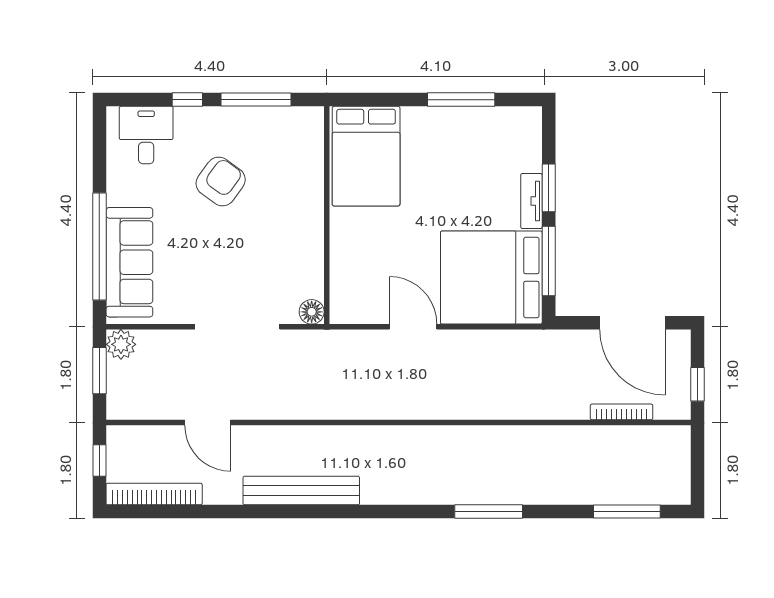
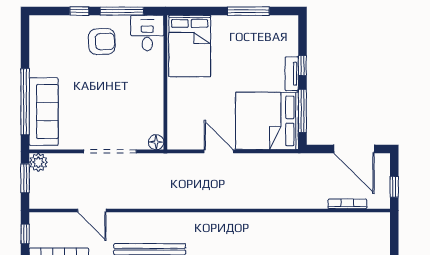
desk: (146, 135) -> (147, 33), moved
armchair: (221, 182) -> (102, 42), moved, turned 52
window: (549, 188) -> (302, 66), width x0.67

